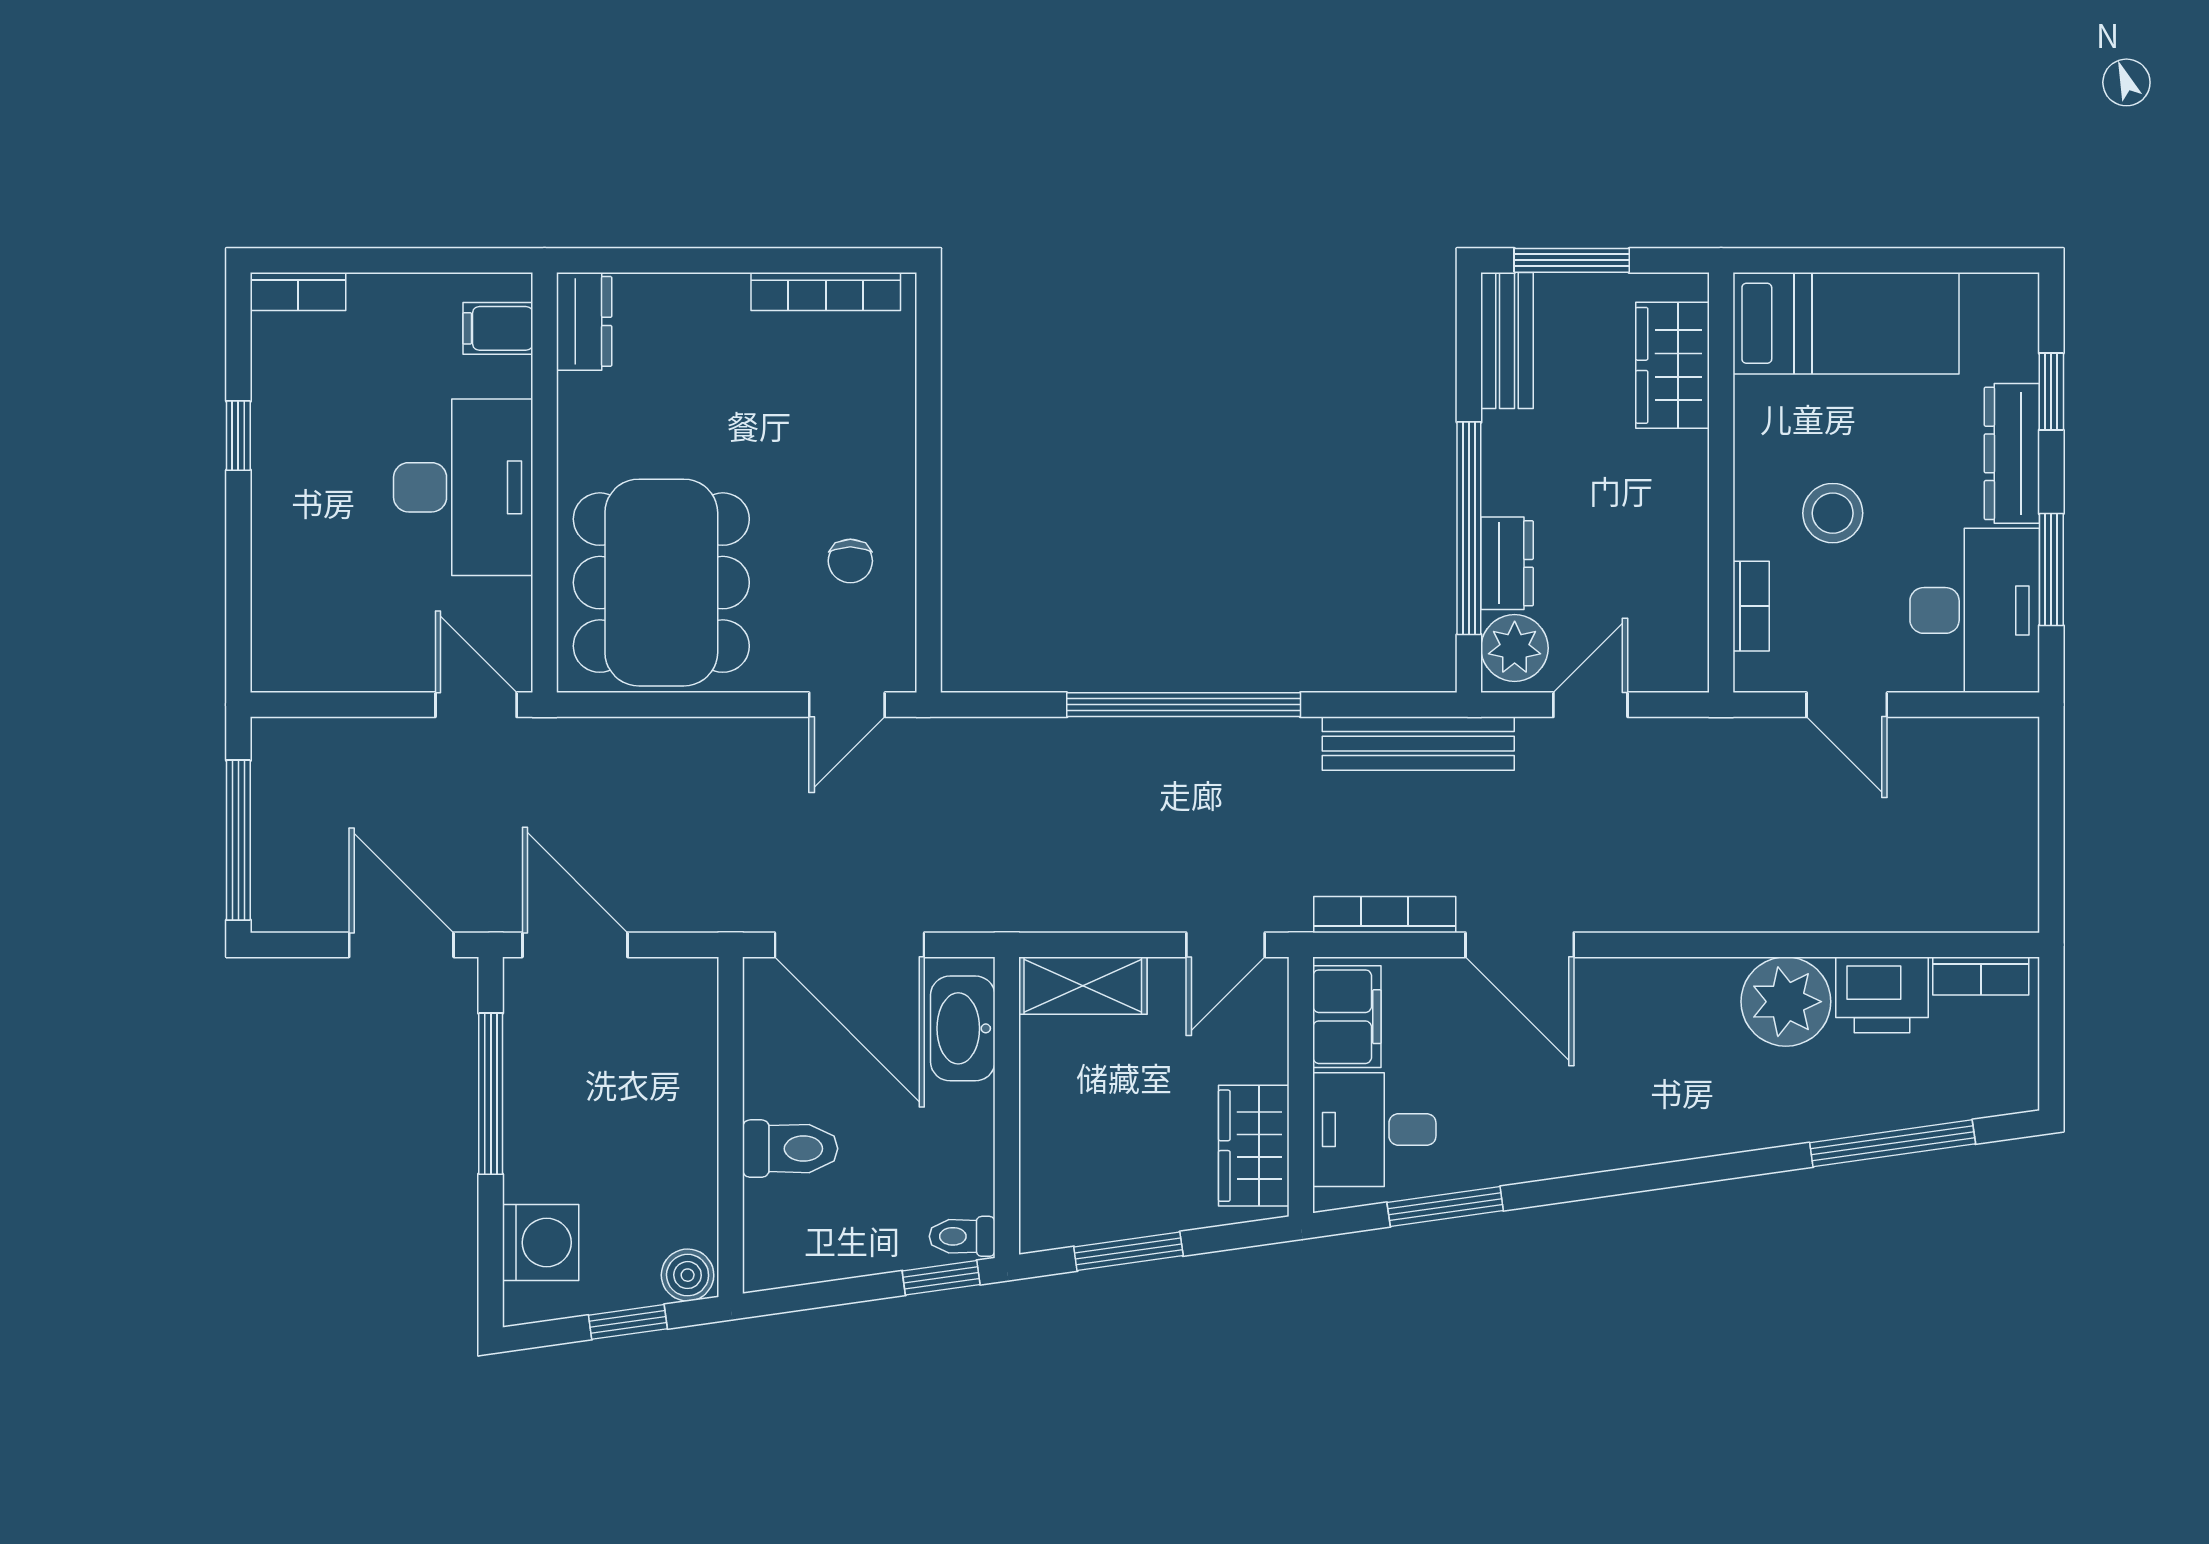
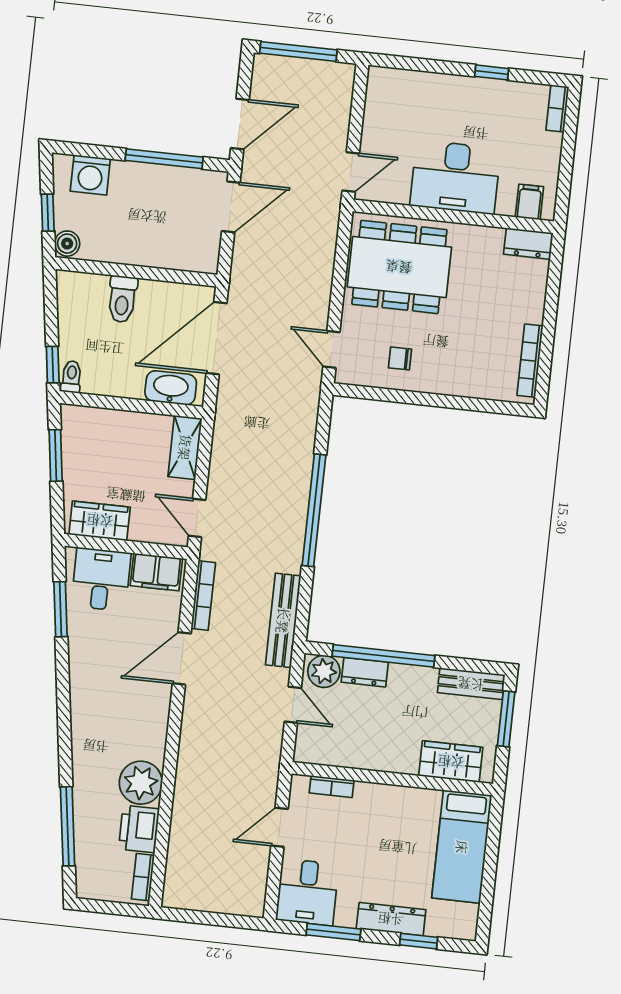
stool: (1833, 513) -> (372, 830), removed
desk: (1975, 610) -> (307, 892), width x0.73

